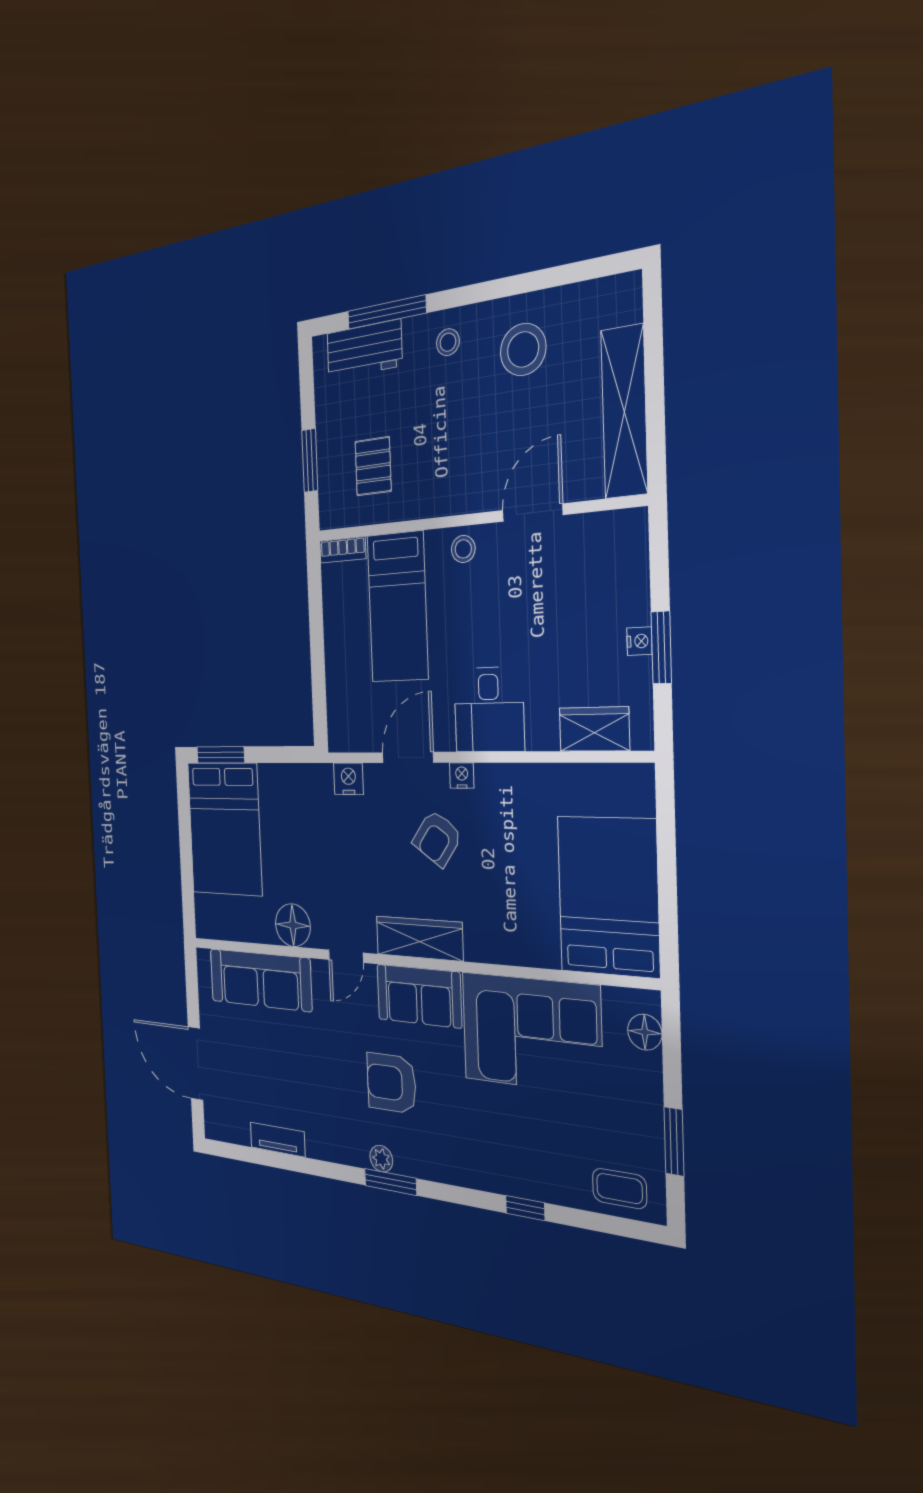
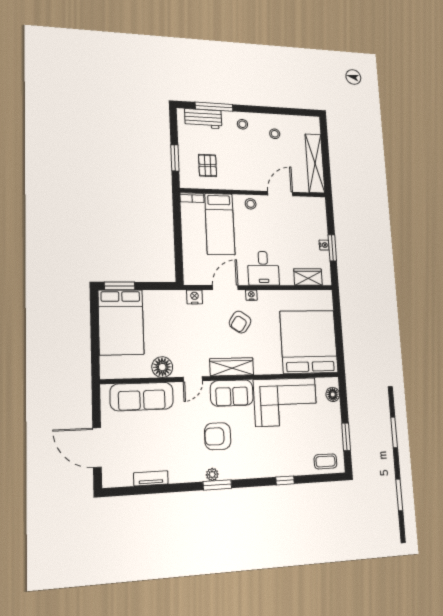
stool: (523, 350) -> (275, 134), width x0.53, depth x0.53
bed: (608, 896) -> (309, 342), width x1.36

